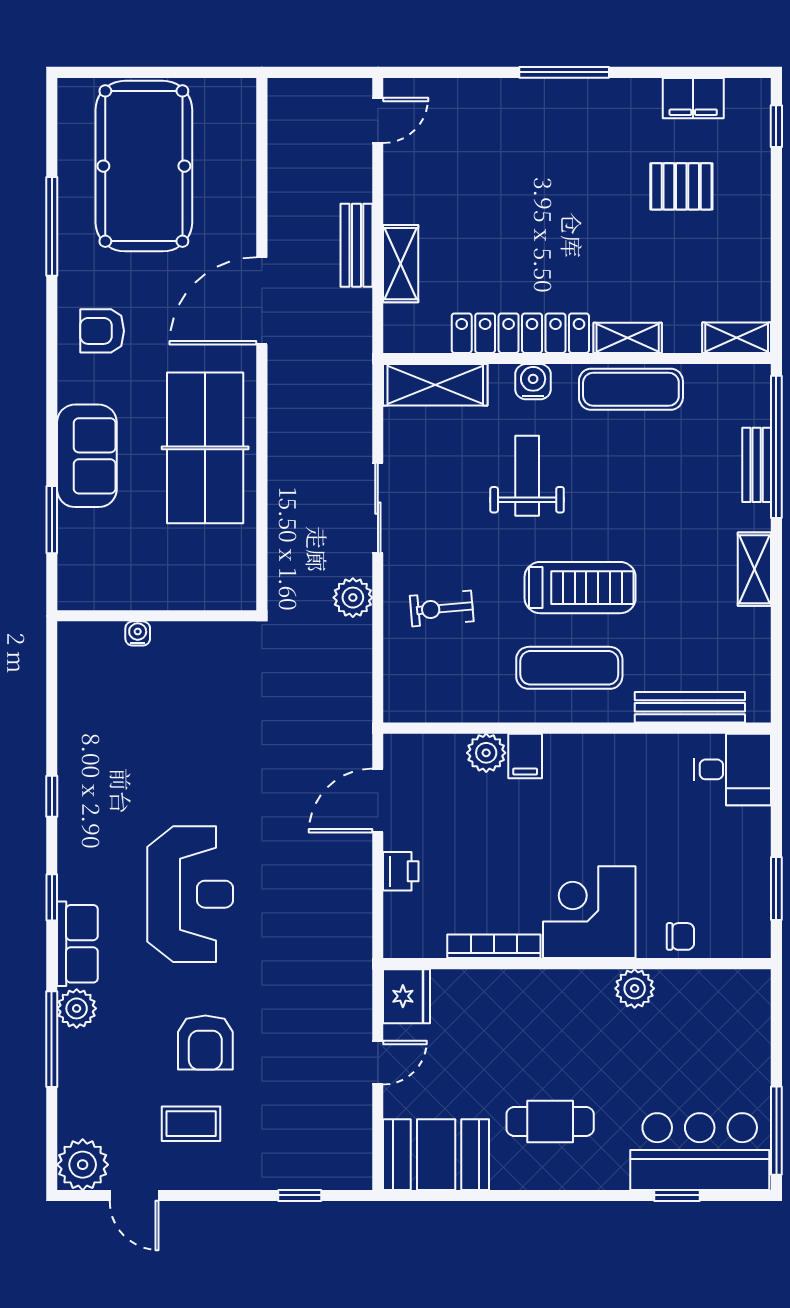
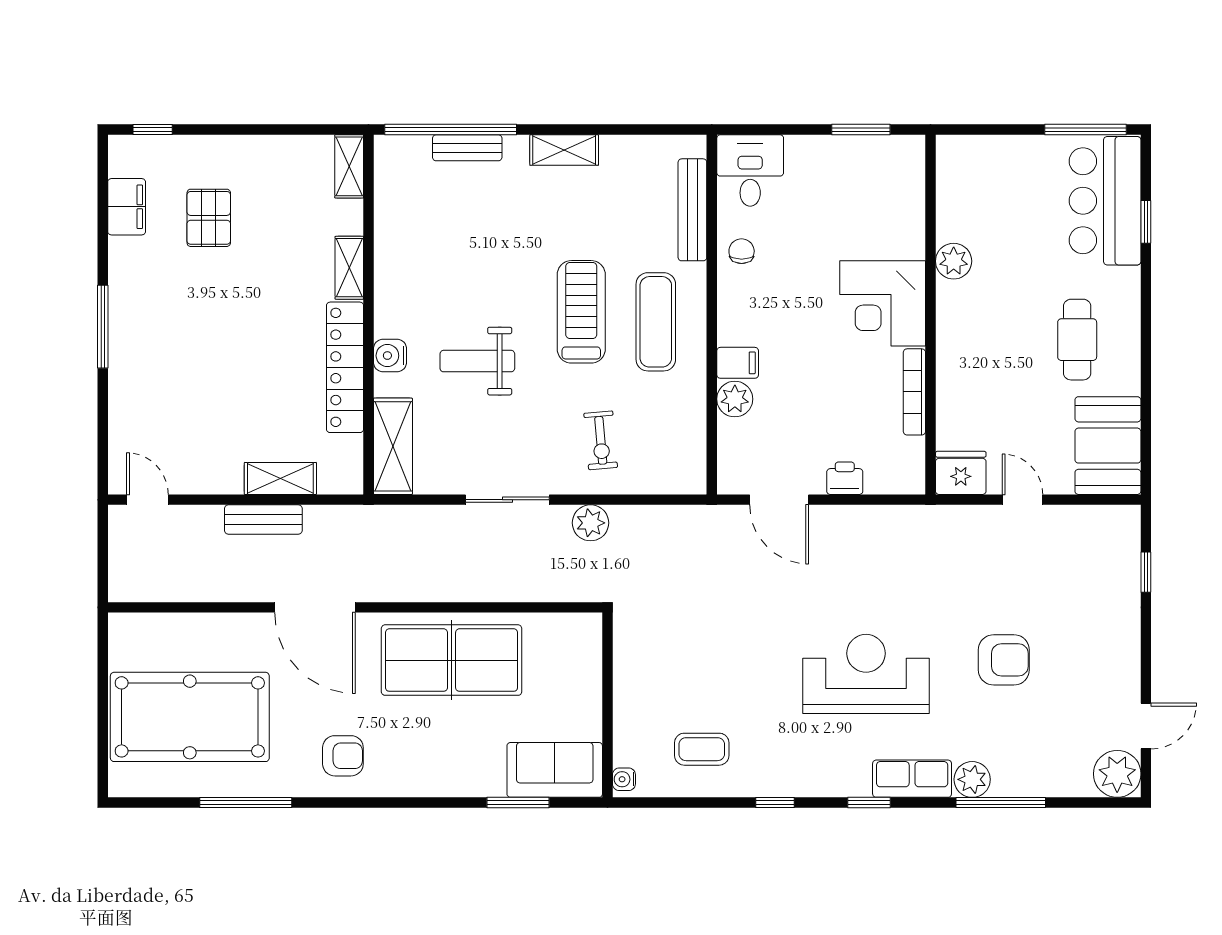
armchair: (102, 331) -> (343, 756), turned -90
exercise mat: (631, 389) -> (397, 265), removed
sofa: (87, 456) -> (555, 770), moved
water cooler: (138, 633) -> (624, 779), moved
chair: (680, 936) -> (742, 251), moved
coffee table: (191, 1124) -> (702, 749), moved, turned 90

